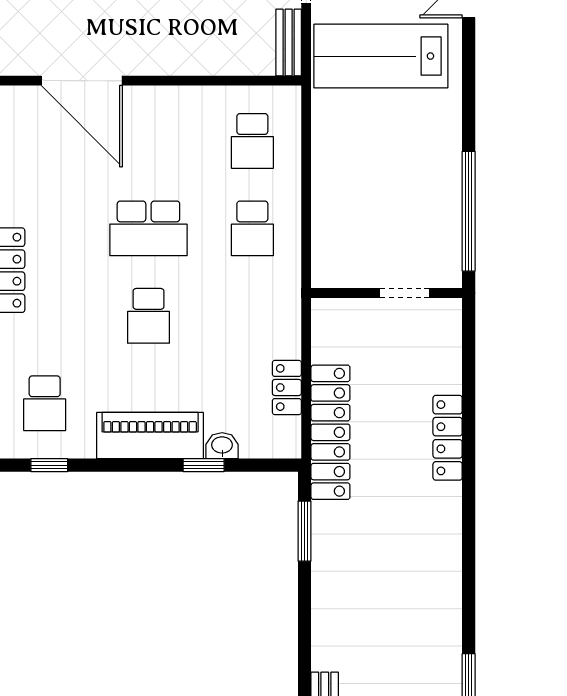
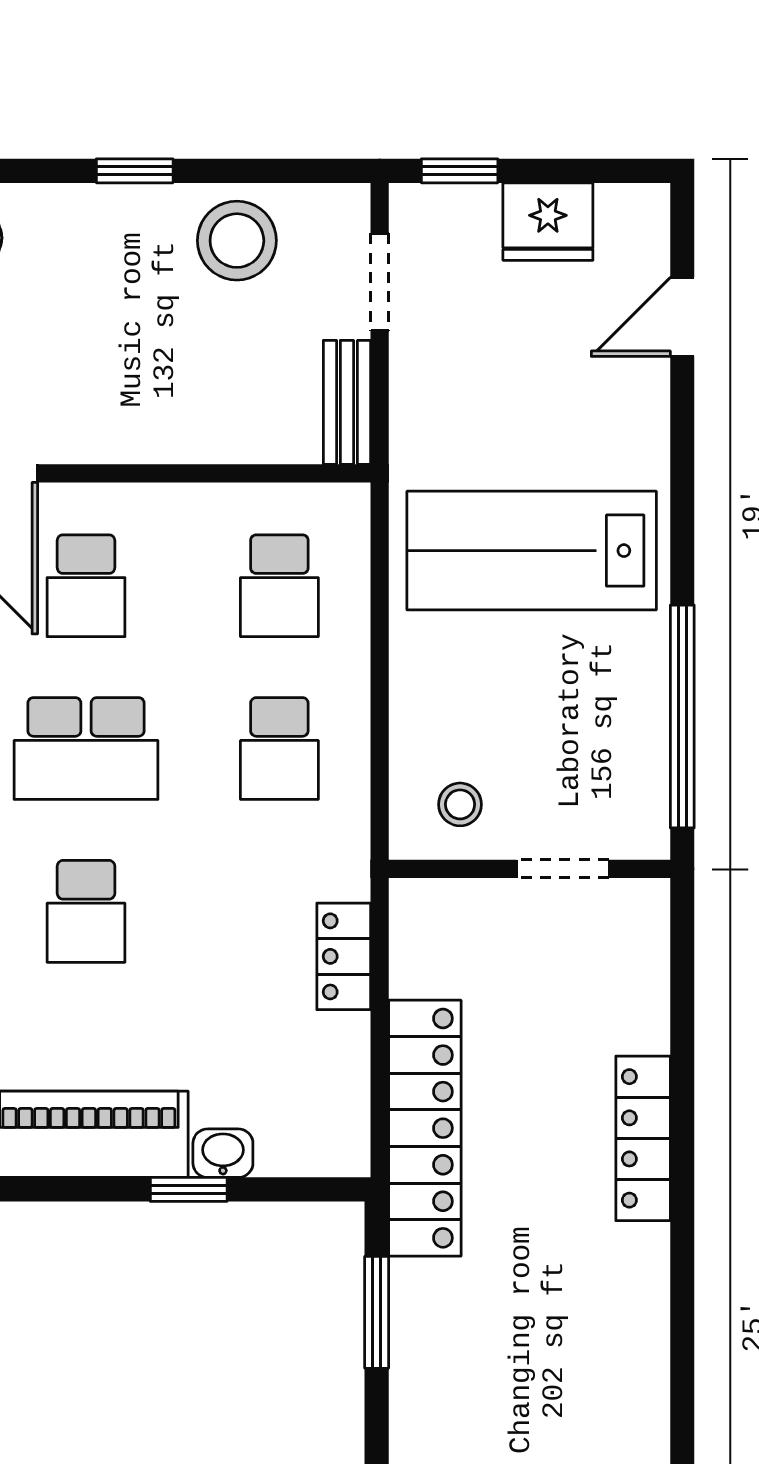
lab bench: (381, 56) -> (532, 551), moved
school desk: (148, 141) -> (86, 586), added
stool: (349, 258) -> (460, 804), added
locker: (287, 387) -> (344, 956), moved

